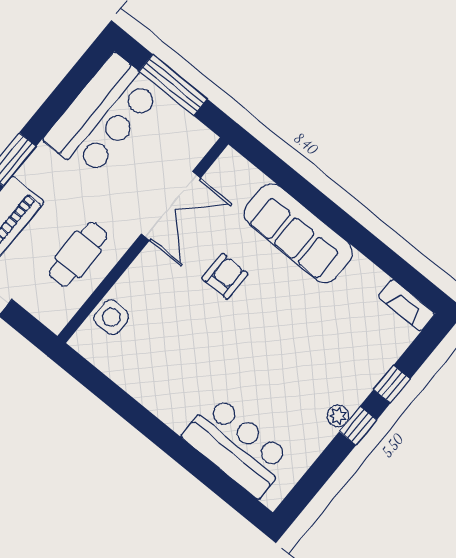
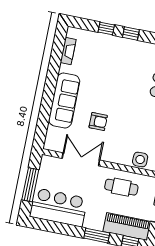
armchair: (225, 276) -> (98, 122), turned 180
fireplace: (407, 305) -> (68, 51), moved
plant: (338, 416) -> (131, 44), removed

